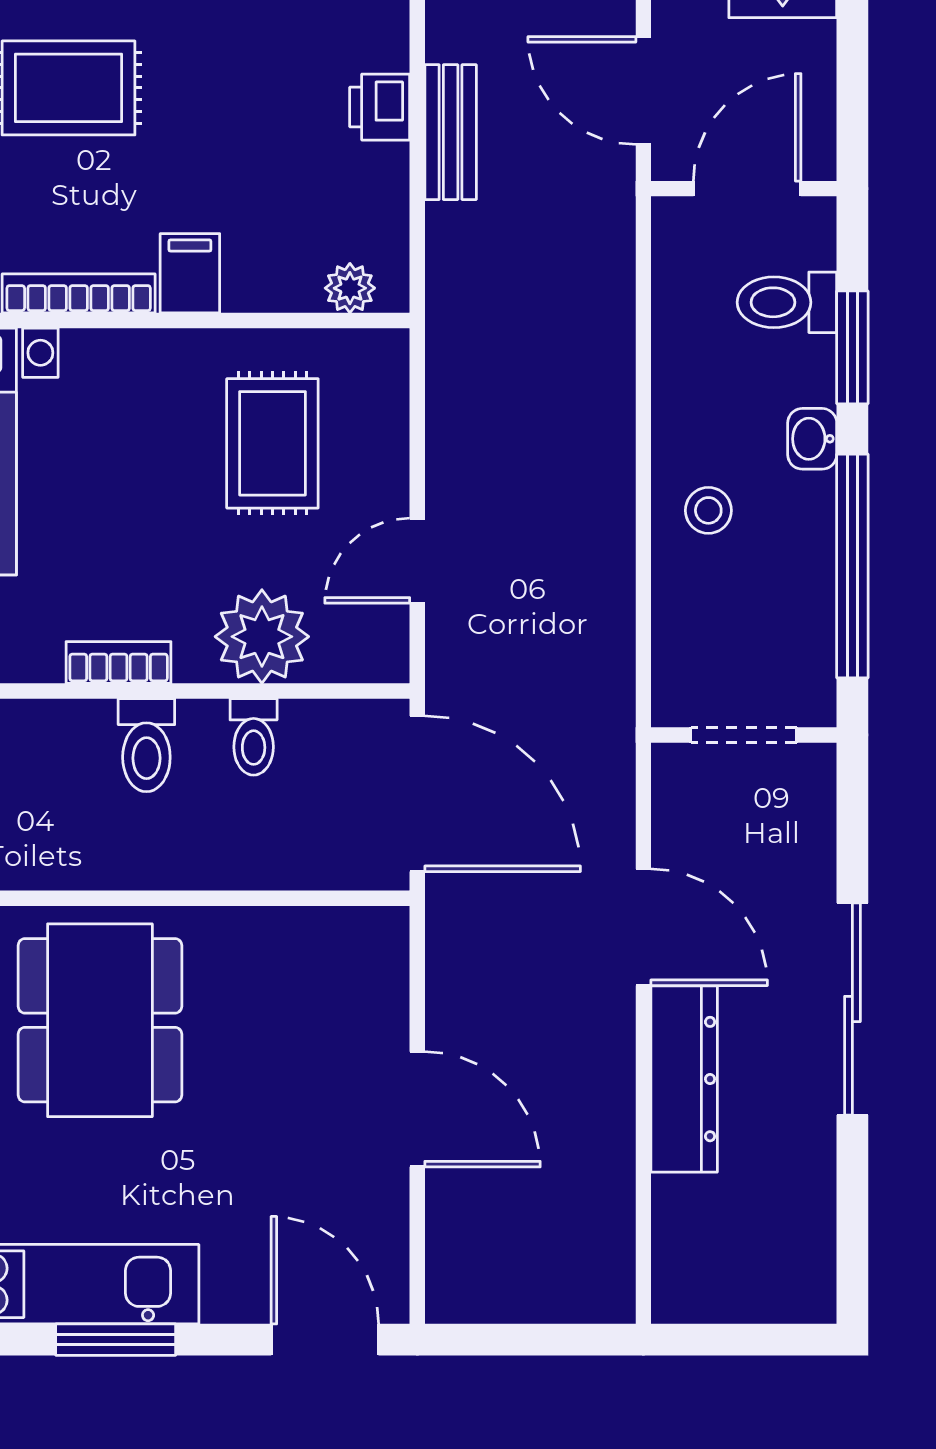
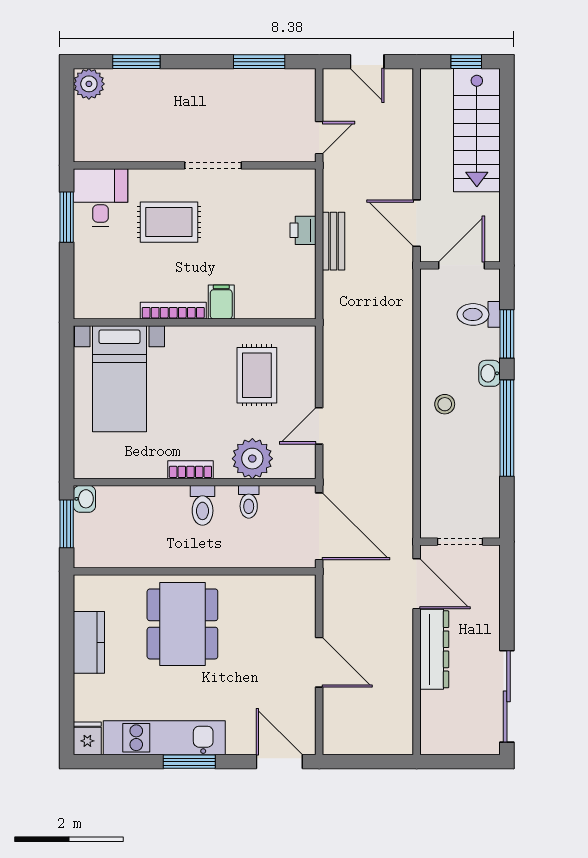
plant: (350, 288) -> (290, 308), removed
doorway: (744, 735) -> (460, 542), moved
wall: (744, 735) -> (460, 542), moved
sliding door: (852, 1009) -> (507, 696), moved

